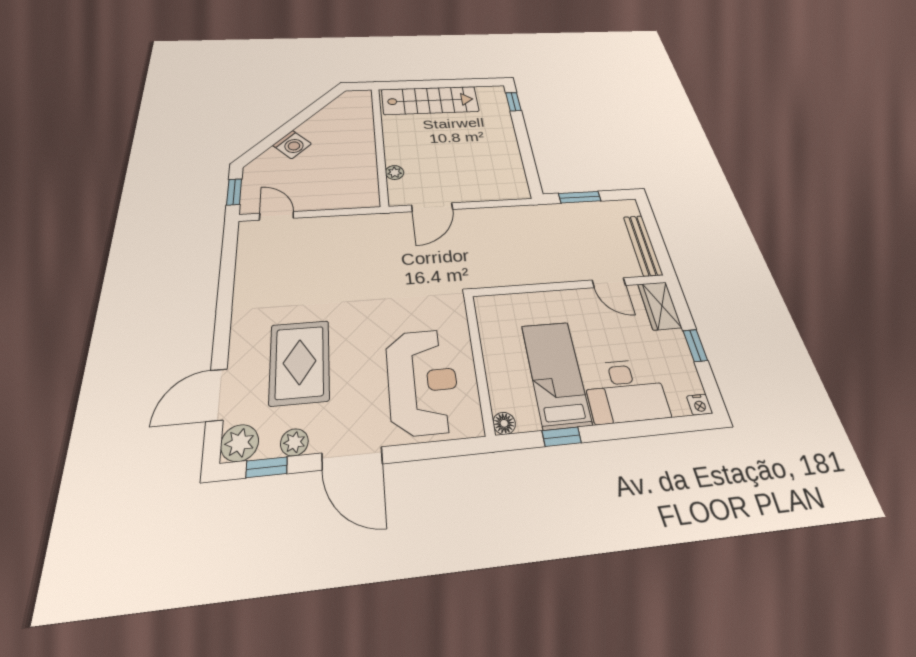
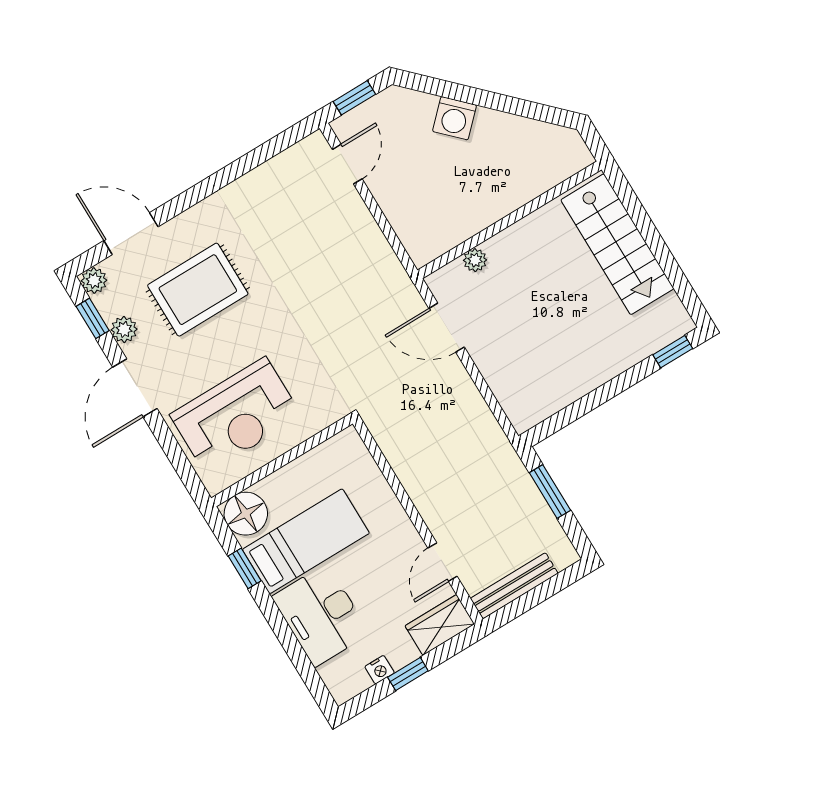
nightstand: (699, 405) -> (380, 670), moved, turned -90
floor lamp: (504, 423) -> (246, 514), width x1.89, depth x1.89
plant: (240, 443) -> (94, 281), width x0.73, depth x0.73

